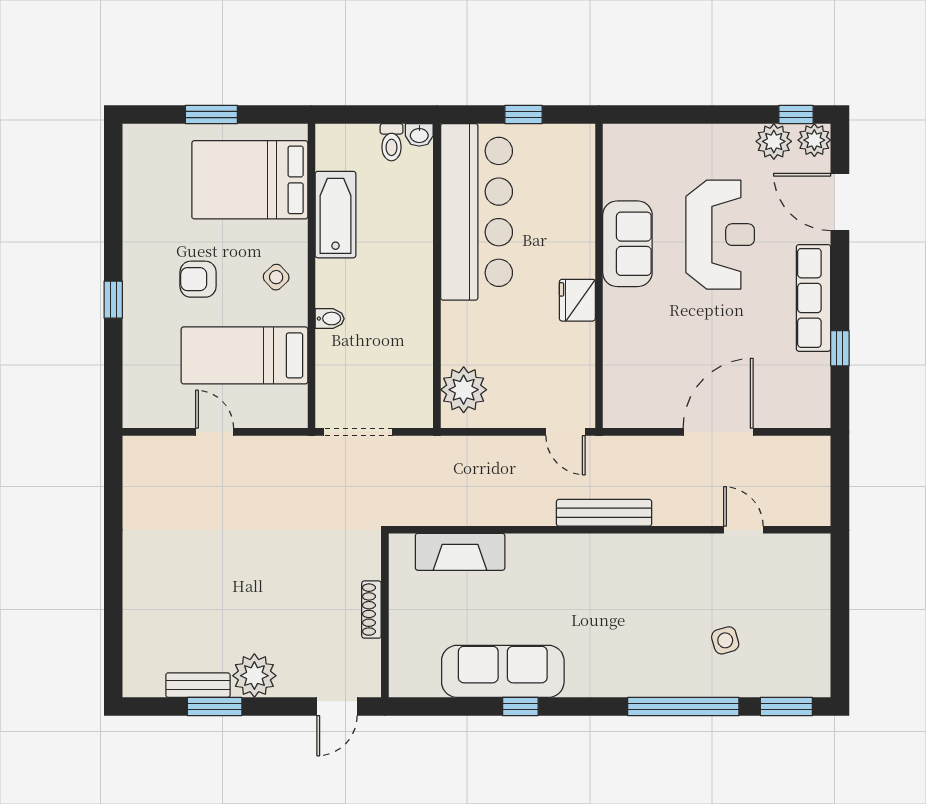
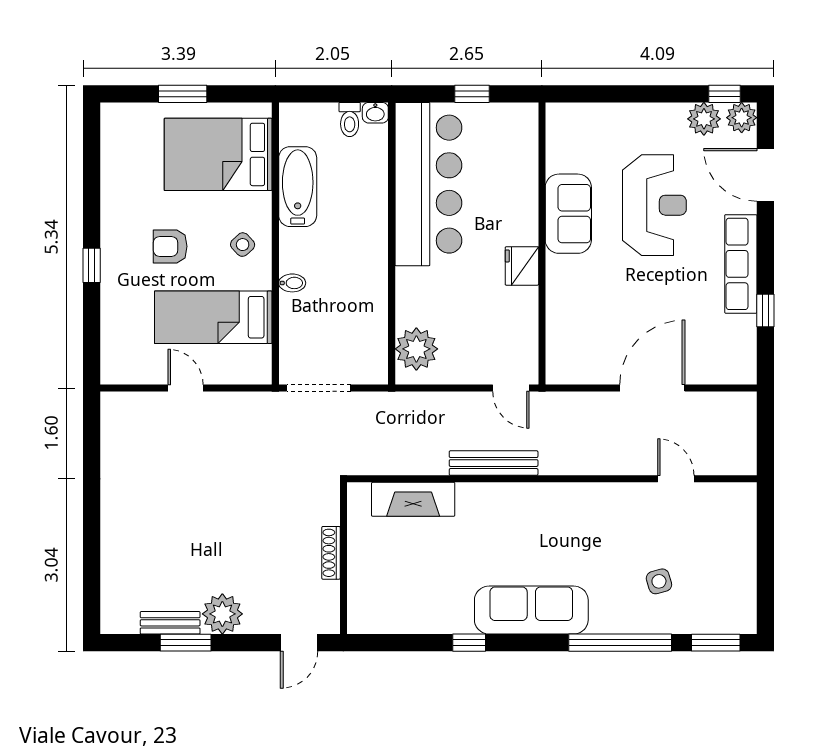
bench: (604, 513) -> (494, 463), moved
sofa: (503, 671) -> (531, 610), moved

